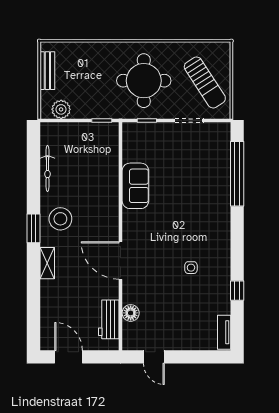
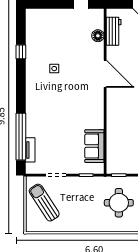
round table: (144, 81) -> (119, 203), moved, width x0.73, depth x0.73
sofa: (135, 186) -> (94, 146), moved
tv unit: (224, 332) -> (30, 150), moved

